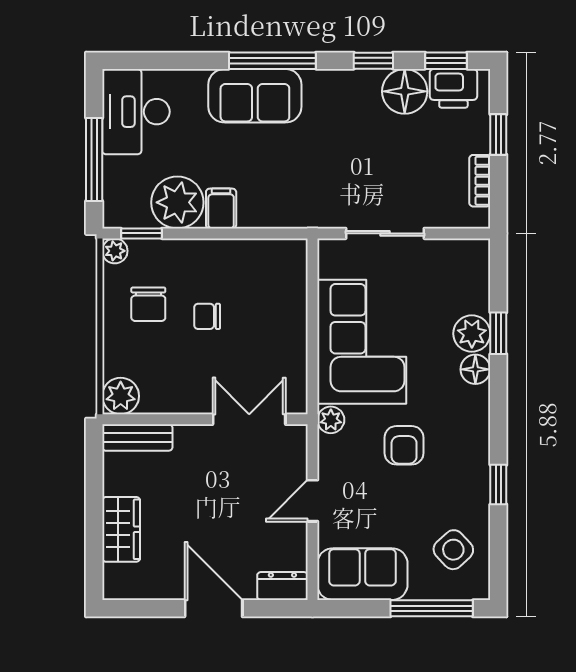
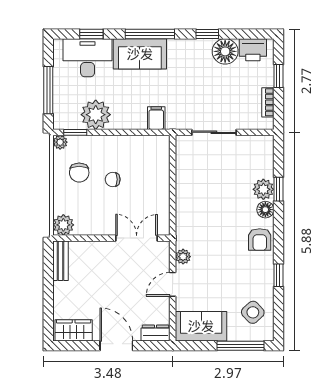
window: (446, 61) -> (91, 34), moved
desk: (136, 112) -> (88, 58), moved, turned 90
filing cabinet: (221, 209) -> (156, 118), moved
corner sofa: (362, 342) -> (201, 194), removed
plant: (331, 420) -> (183, 257), moved
bench: (137, 438) -> (61, 261), moved, turned 90
armchair: (404, 445) -> (260, 240), moved
wardrobe: (121, 529) -> (74, 330), moved, turned -90

